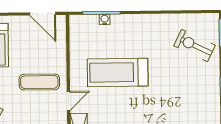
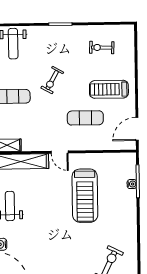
treadmill: (118, 72) -> (85, 196), turned 180
exercise mat: (39, 82) -> (85, 118), moved, turned 90

